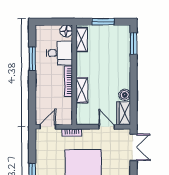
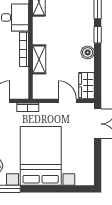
window: (134, 68) -> (98, 35), added
boiler: (125, 95) -> (88, 52), moved

